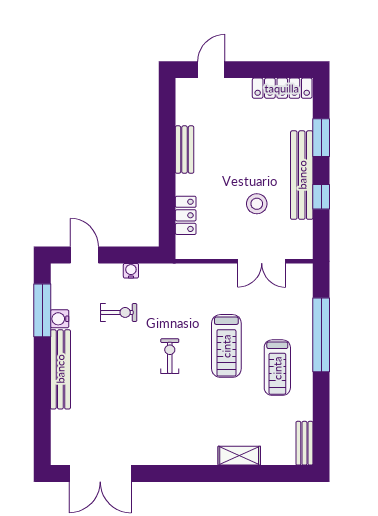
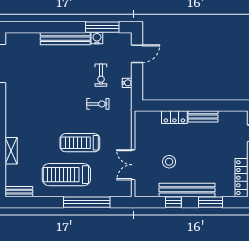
locker: (186, 215) -> (174, 117), moved
exercise bike: (170, 356) -> (98, 104), moved
treadmill: (277, 368) -> (66, 175), width x1.37, depth x1.38

